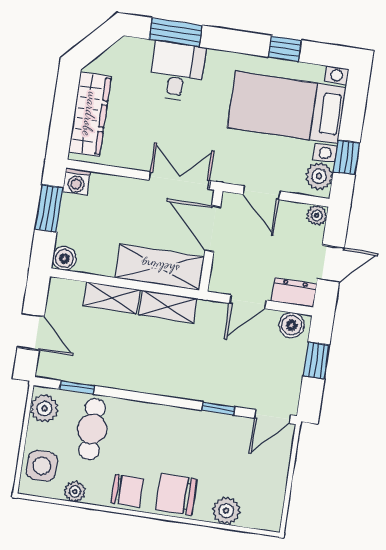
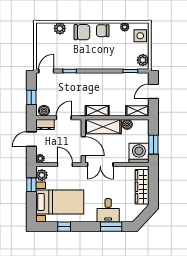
washing machine: (76, 182) -> (139, 153), width x1.89, depth x1.89
boiler: (64, 258) -> (127, 124), moved
shelving: (112, 298) -> (137, 111), moved
door: (31, 332) -> (153, 91), hinge flipped
cafe table: (92, 429) -> (121, 54), removed

